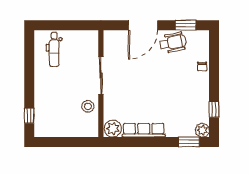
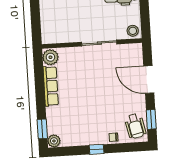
wheelchair: (173, 43) -> (135, 126), moved
stool: (88, 106) -> (133, 31), moved
window: (214, 109) -> (97, 149), moved

